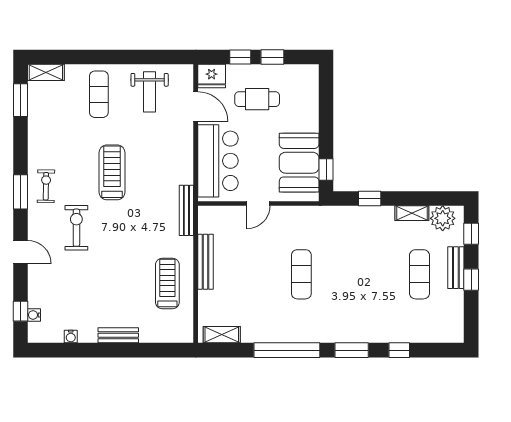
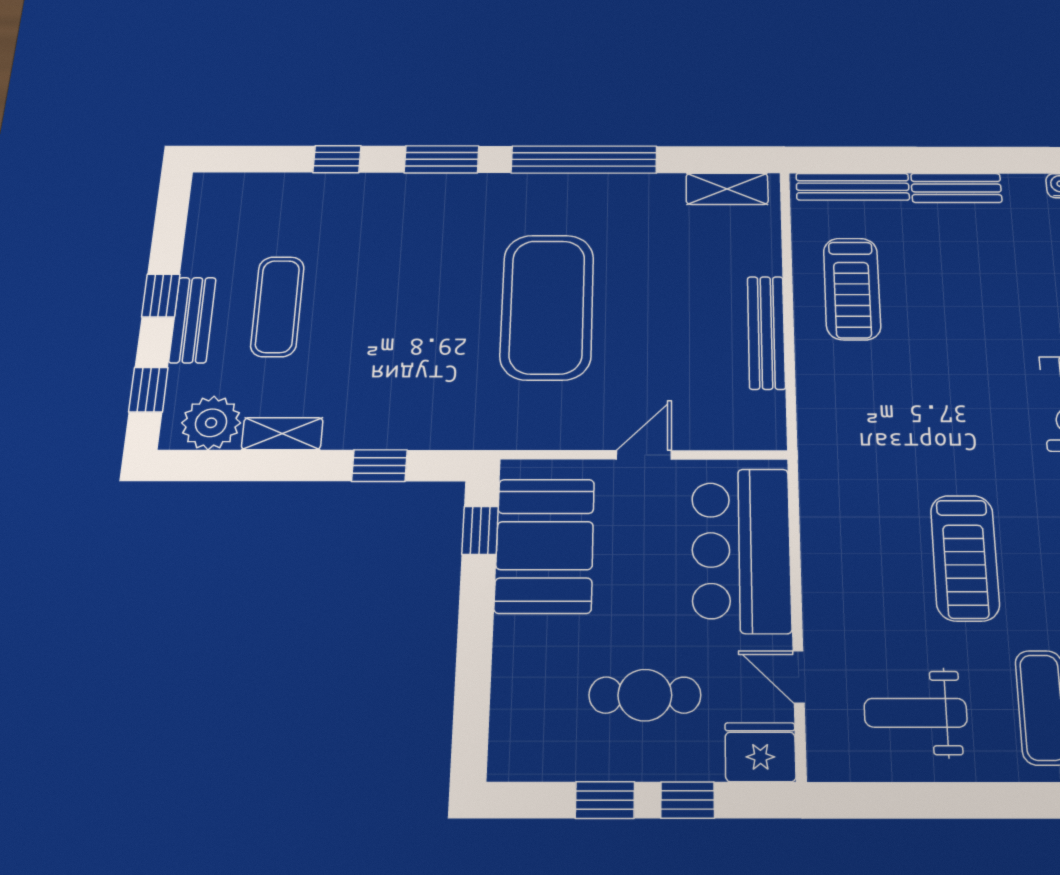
weight bench: (150, 92) -> (916, 713), turned -90
door: (196, 107) -> (799, 677), width x0.73
treadmill: (112, 172) -> (965, 558), moved
bench: (186, 210) -> (853, 187), moved, turned 90
exercise mat: (301, 274) -> (547, 307), width x2.00, depth x1.45

